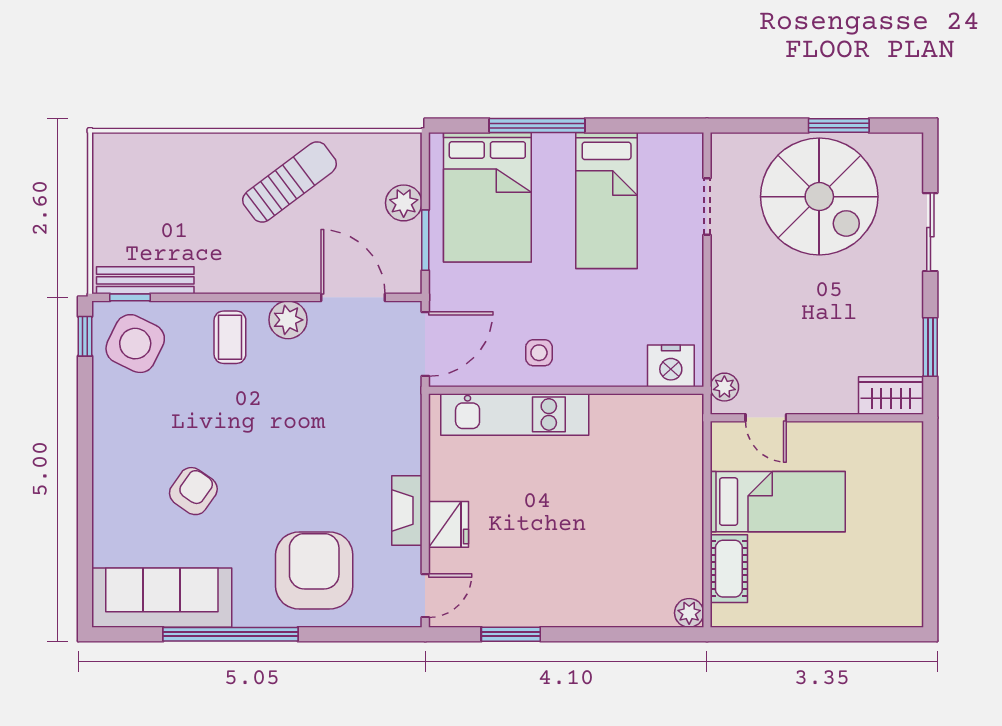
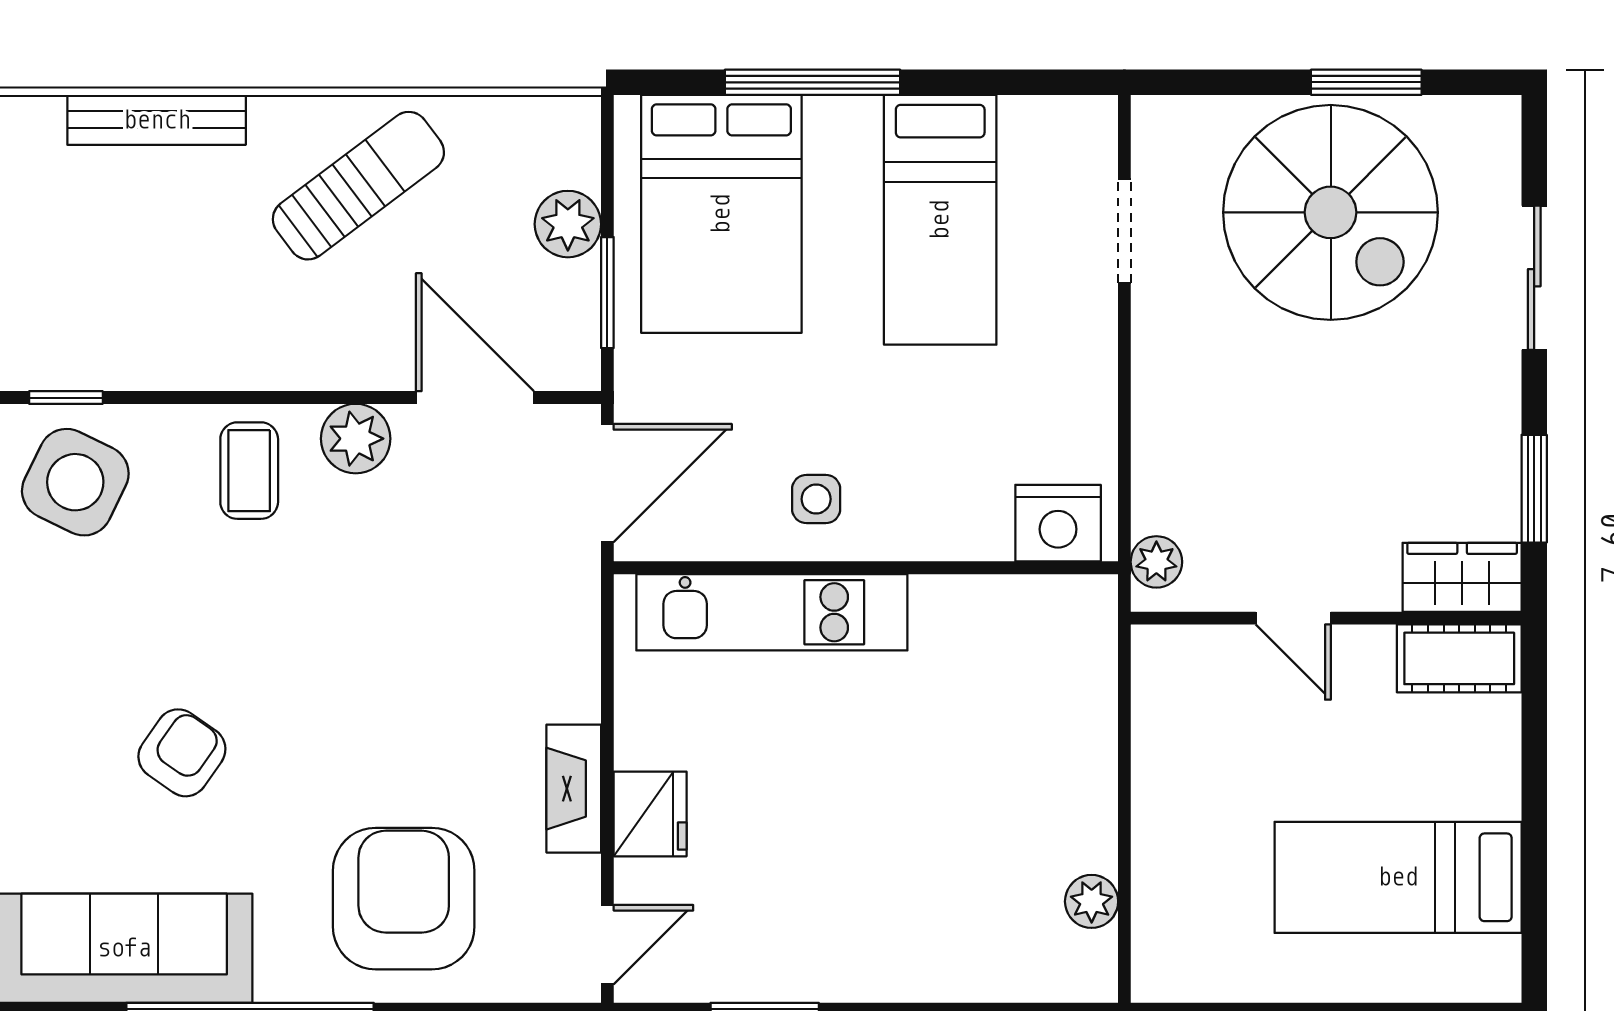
bench: (145, 280) -> (157, 120), moved
door: (766, 418) -> (1293, 618), moved
bed: (778, 502) -> (1398, 877), moved, turned 180
cot: (729, 569) -> (1459, 658), moved, turned 90
plant: (689, 613) -> (1092, 901), moved

